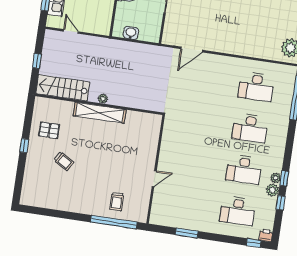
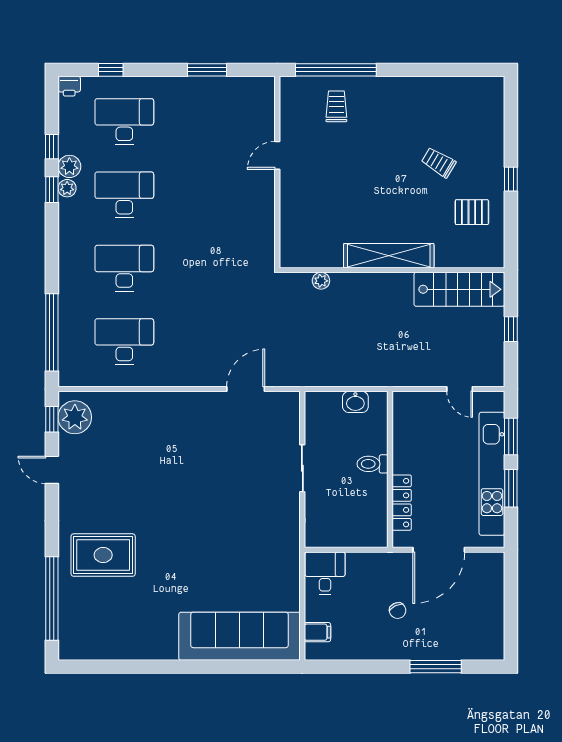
plant: (103, 99) -> (321, 281), moved
window: (254, 243) -> (111, 70), moved

